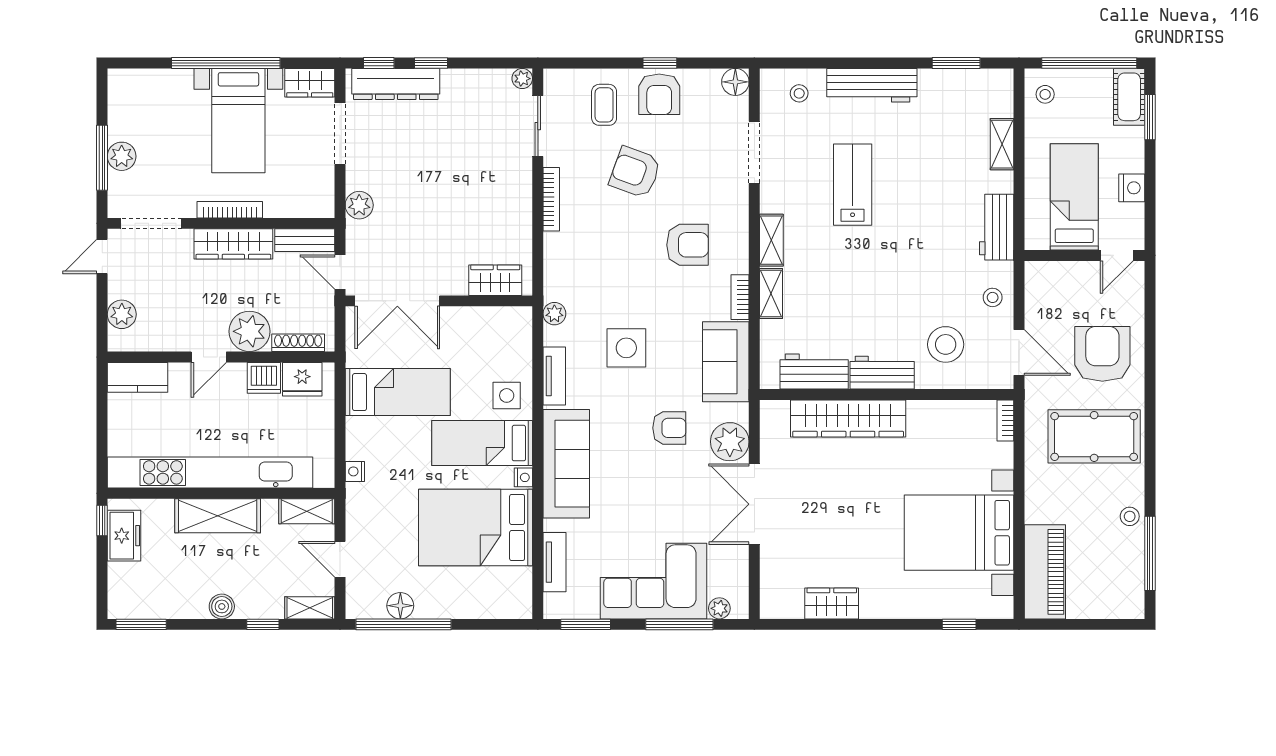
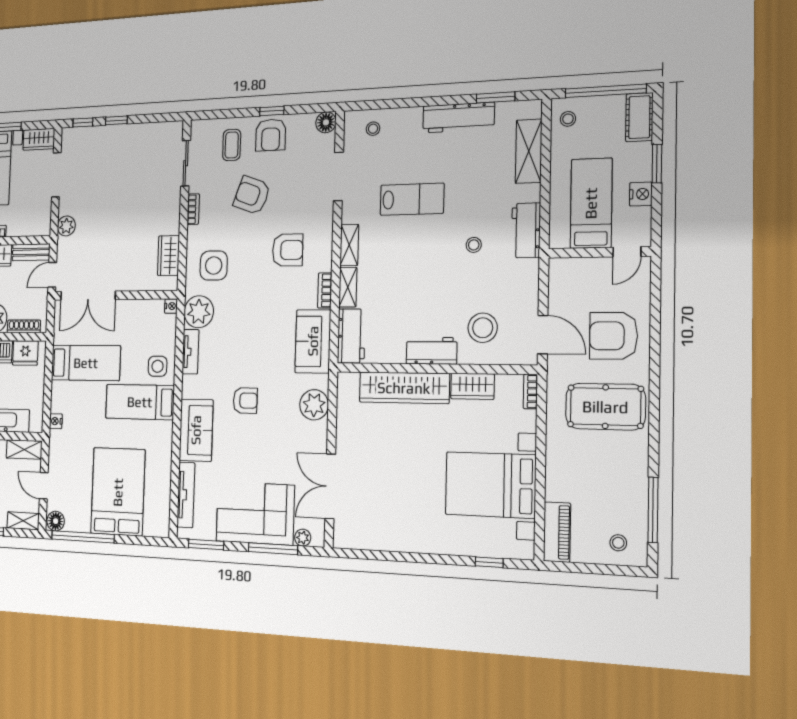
plant: (522, 79) -> (176, 128), removed
dresser: (396, 84) -> (93, 137), removed
workbench: (872, 85) -> (458, 118), moved
window: (1150, 117) -> (657, 164), moved
shelving: (1002, 144) -> (529, 151), width x1.50, depth x1.33
lab bench: (853, 185) -> (412, 199), turned 90
bookcase: (551, 199) -> (193, 209), width x0.64
door: (340, 272) -> (52, 275), hinge flipped
wardrobe: (495, 280) -> (168, 256), moved, turned -90
stool: (993, 297) -> (474, 245), moved
plant: (554, 314) -> (199, 312), width x1.87, depth x1.87
side table: (626, 348) -> (214, 265), moved
armchair: (1102, 354) -> (613, 336), turned -90
workbench: (814, 372) -> (351, 336), moved, turned 90
armchair: (669, 428) -> (245, 401), moved
sofa: (566, 464) -> (196, 430), width x0.73
nightstand: (523, 477) -> (171, 306), moved
double door: (754, 504) -> (330, 486), moved
stool: (1130, 516) -> (618, 543), moved
bed: (476, 527) -> (118, 492), moved, turned 90
tv unit: (555, 562) -> (186, 495), width x1.41
piano: (1045, 572) -> (557, 532), width x0.73, depth x0.75
wardrobe: (832, 603) -> (472, 386), moved, turned 180
floor lamp: (400, 606) -> (56, 521), moved

